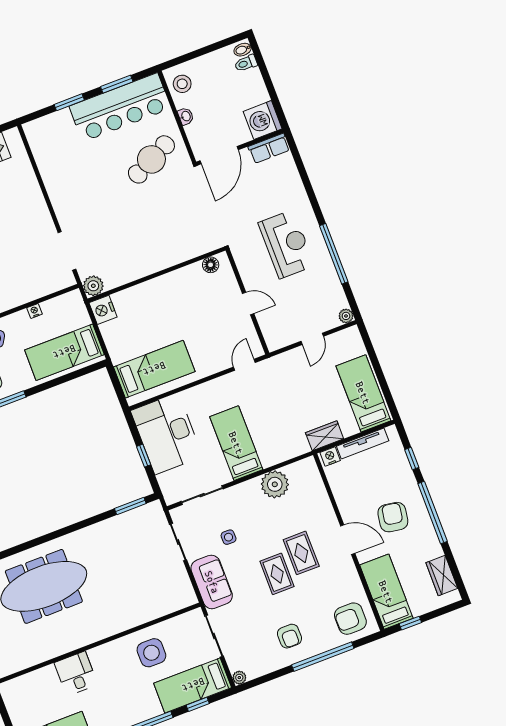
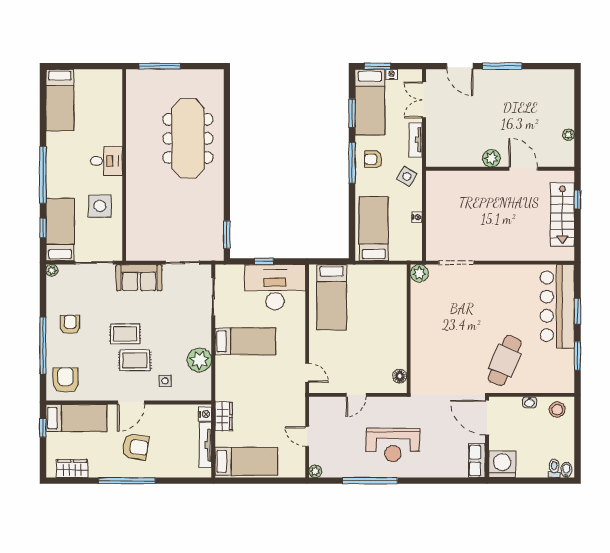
bar counter: (120, 107) -> (557, 306), moved
cafe table: (151, 159) -> (505, 361), turned 49
nightstand: (103, 310) -> (396, 274), removed
window: (412, 458) -> (178, 481), removed
side table: (229, 537) -> (165, 381), moved
armchair: (289, 636) -> (70, 325), turned 90
desk: (76, 674) -> (106, 161), moved

